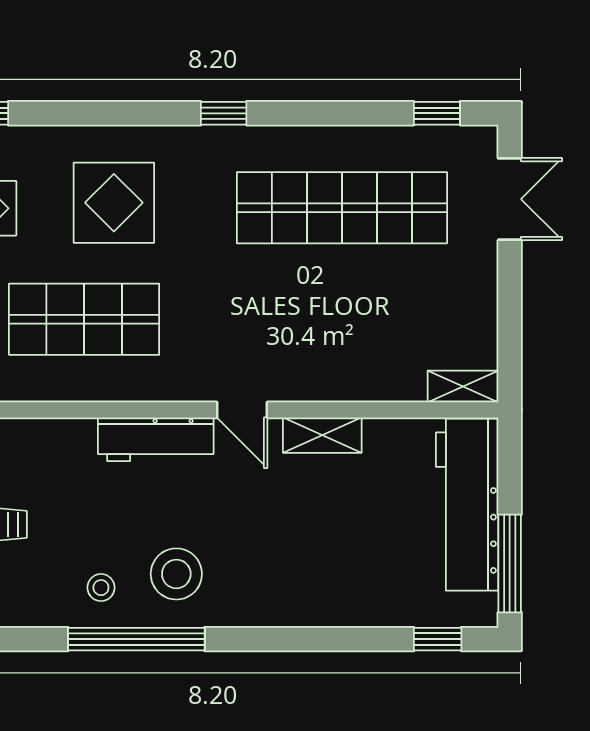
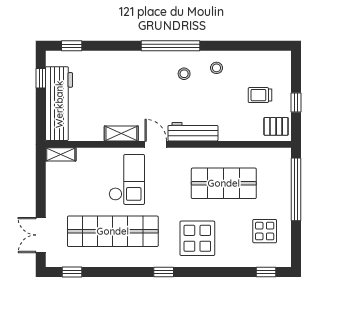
display table: (114, 203) -> (197, 238), moved
checkout: (310, 328) -> (127, 179), added
window: (510, 563) -> (41, 78), width x0.46
stool: (176, 574) -> (184, 74), width x0.53, depth x0.53
window: (136, 639) -> (170, 46), moved

